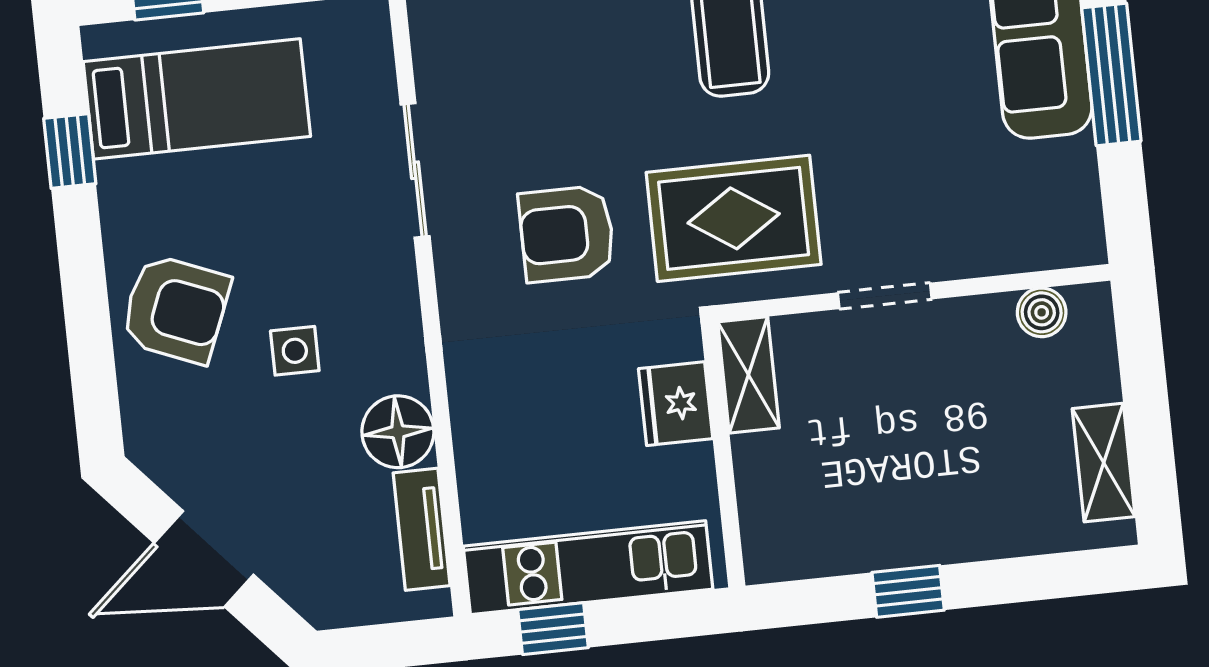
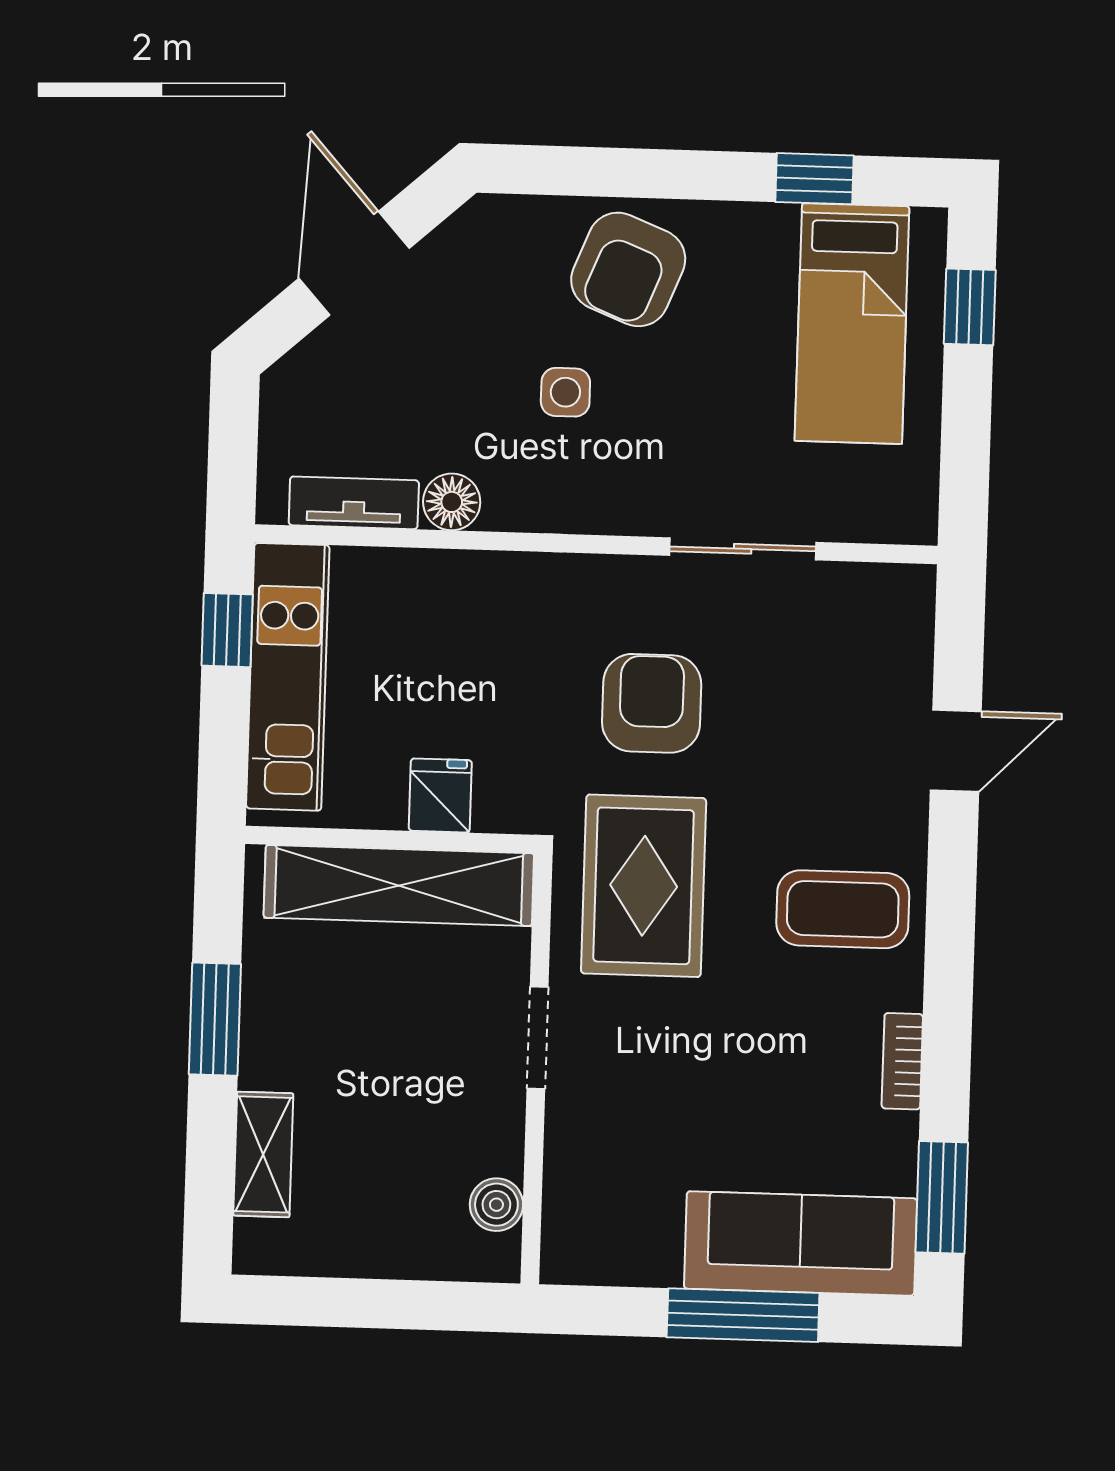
shelving: (748, 375) -> (399, 885), width x2.20, depth x1.33
fridge: (676, 404) -> (440, 795), width x0.72
floor lamp: (398, 432) -> (452, 502), width x0.73, depth x0.73
shelving: (1104, 463) -> (263, 1154), moved, turned 90
window: (908, 591) -> (215, 1019), width x1.50

